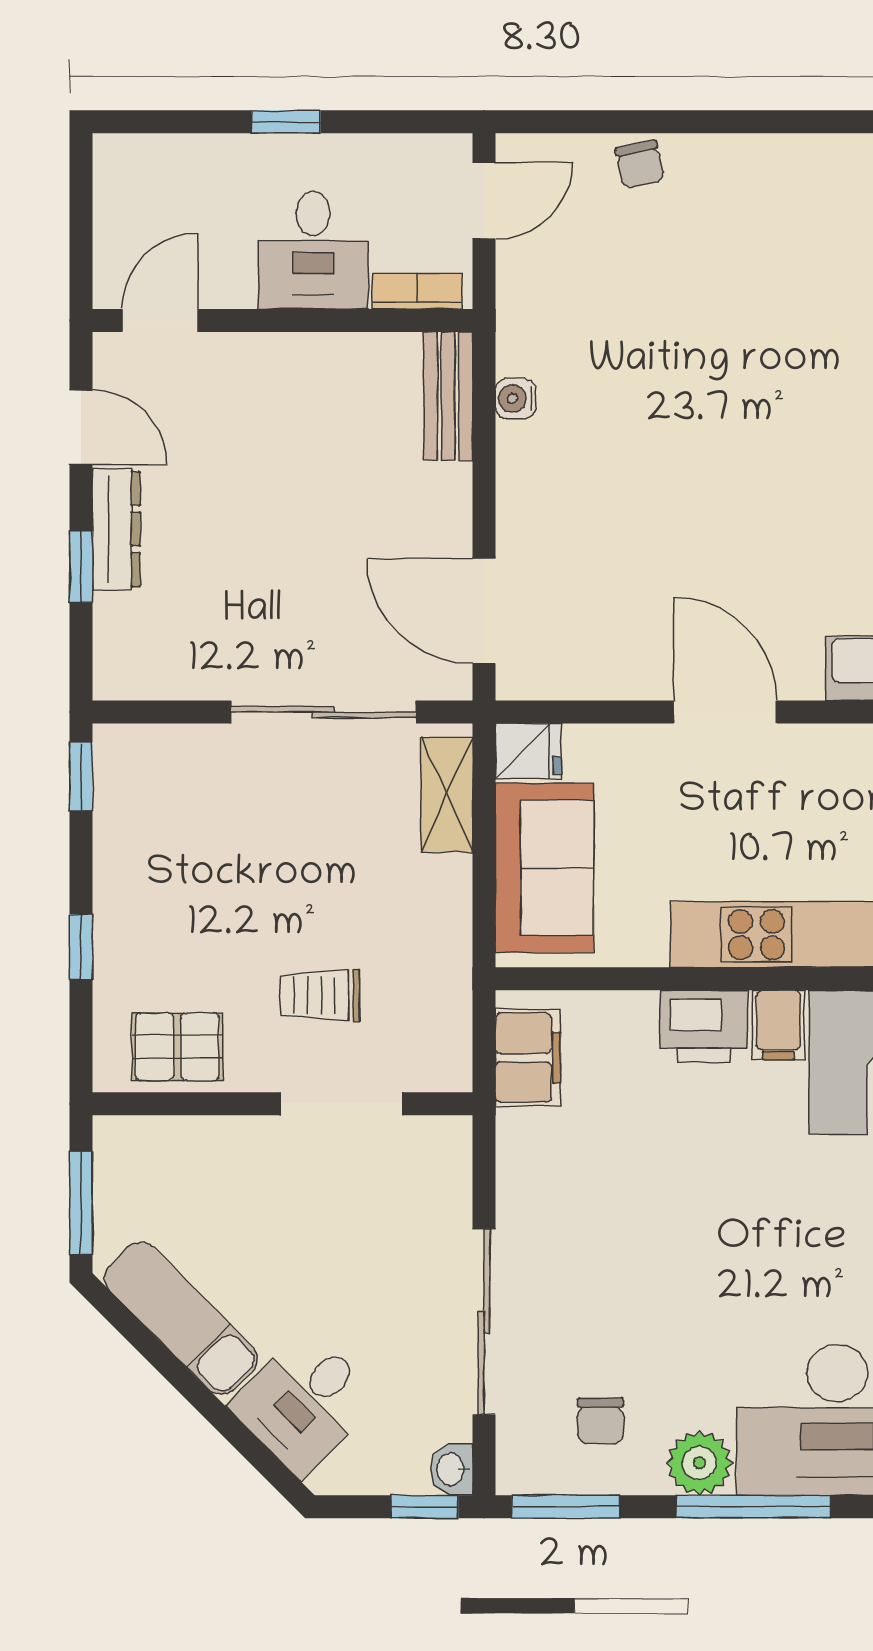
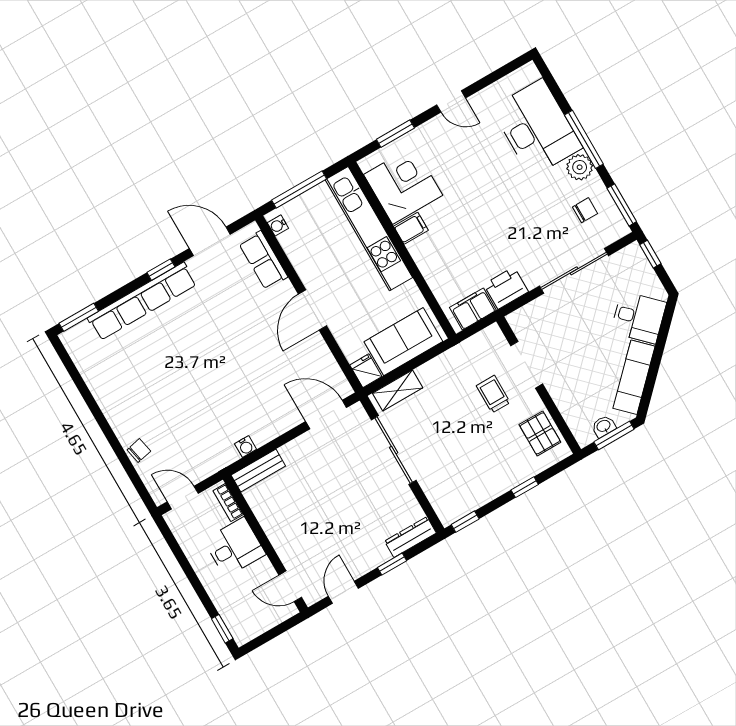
window: (286, 122) -> (222, 629), moved
dresser: (116, 529) -> (410, 537), moved
door: (484, 611) -> (326, 415), swing flipped
trolley: (320, 995) -> (493, 394), turned 180
printer: (704, 1026) -> (506, 288), moved, turned -90
washbasin: (452, 1469) -> (604, 426), moved, turned 180

